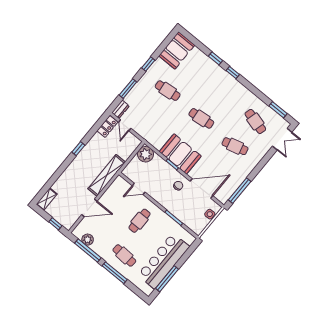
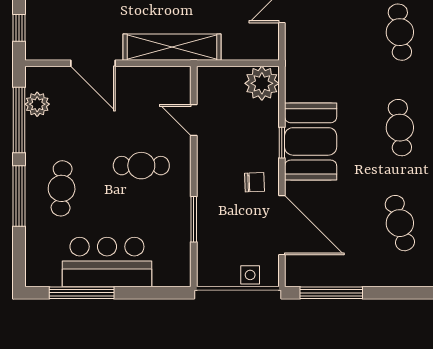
bar counter: (164, 261) -> (107, 262), width x0.73

